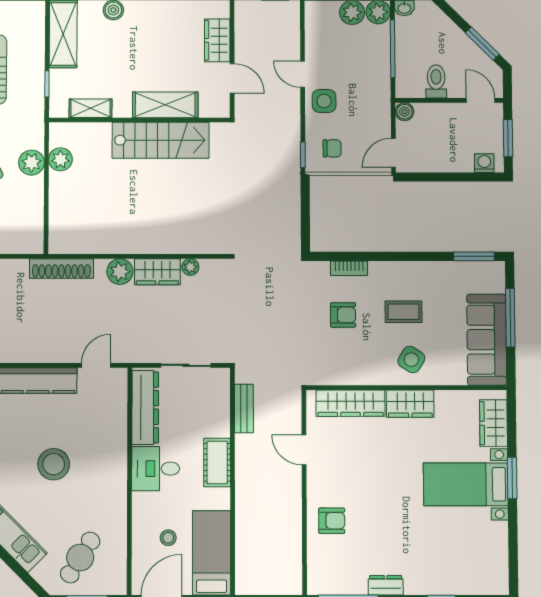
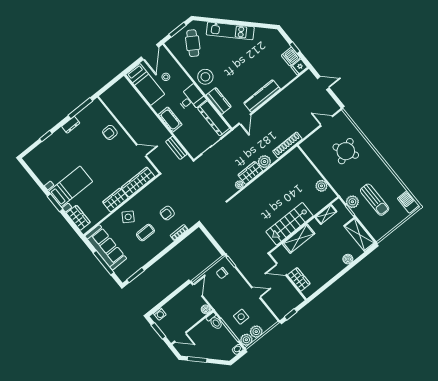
toilet: (436, 81) -> (215, 321), moved
side table: (324, 101) -> (241, 317), moved
plant: (32, 163) -> (352, 202), moved
kitchen counter: (114, 429) -> (219, 101), added
stool: (54, 464) -> (205, 77), moved

